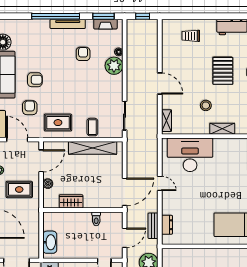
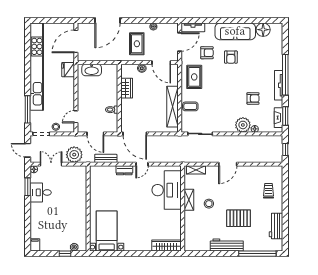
shelving: (222, 129) -> (189, 200), moved
dresser: (167, 225) -> (124, 170), moved

